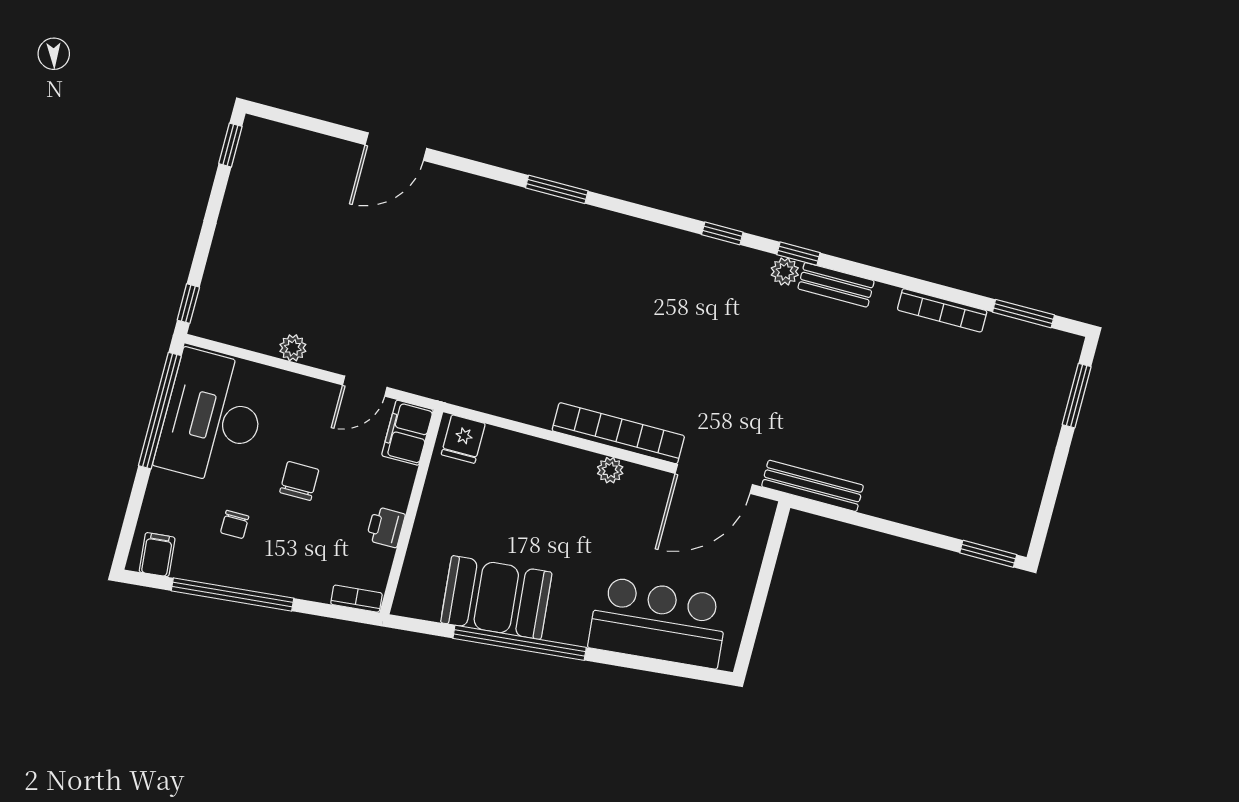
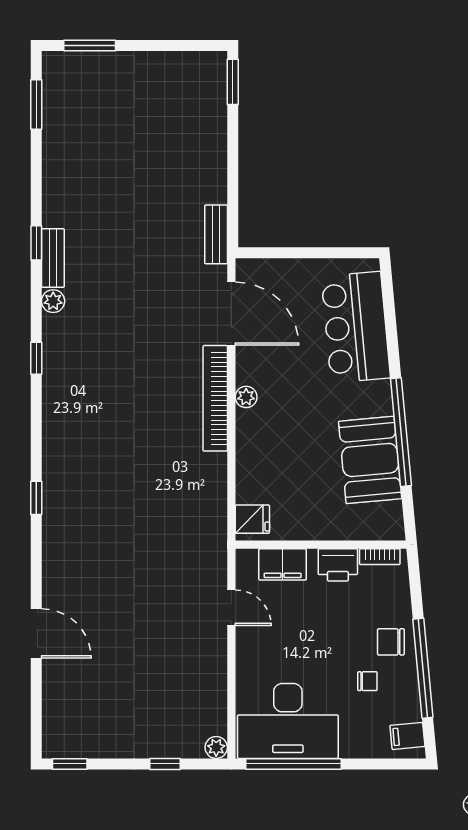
window: (557, 189) -> (36, 498), width x0.67
window: (798, 254) -> (36, 243), moved
window: (188, 304) -> (165, 764), moved
bookcase: (942, 310) -> (51, 169), removed
plant: (293, 348) -> (216, 747), moved
filing cabinet: (407, 433) -> (283, 564), moved
chair: (299, 481) -> (391, 642), moved
bench: (812, 486) -> (216, 234), width x0.73
printer: (386, 527) -> (338, 565), width x1.36, depth x1.24
bookcase: (356, 599) -> (380, 557), moved, turned -85

